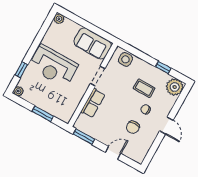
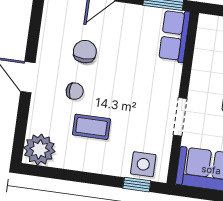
window: (163, 68) -> (137, 185), moved
row of seats: (93, 103) -> (174, 36), moved

